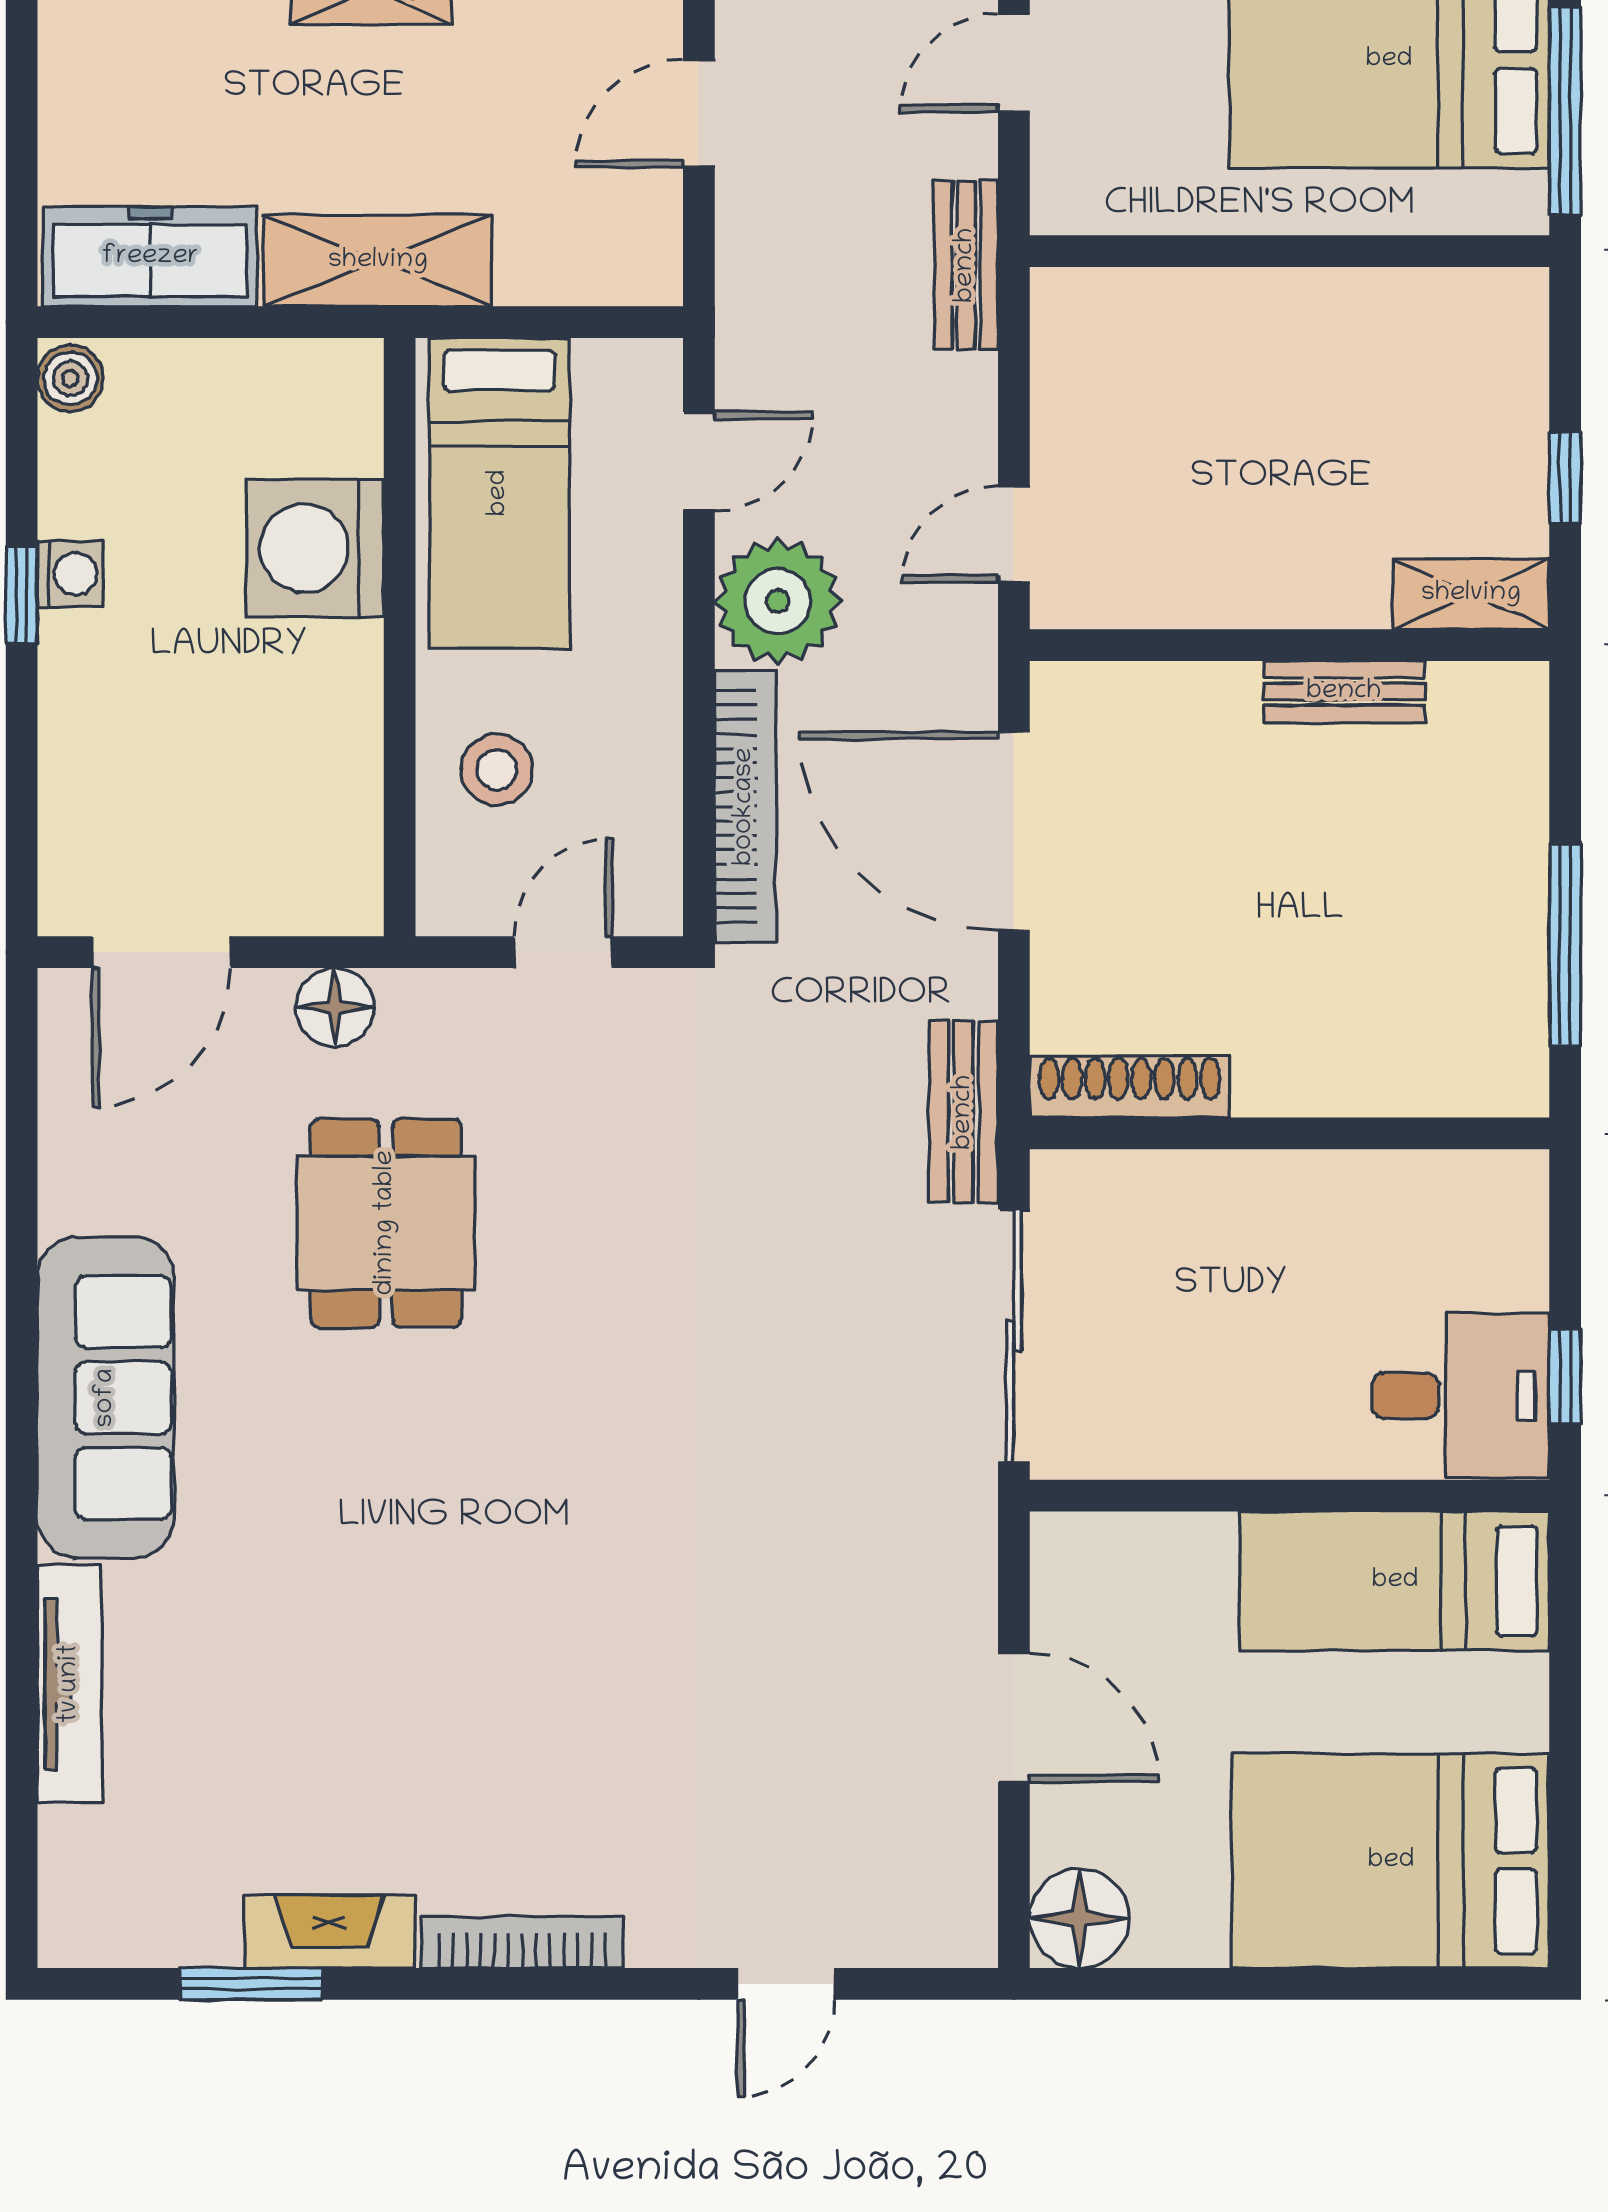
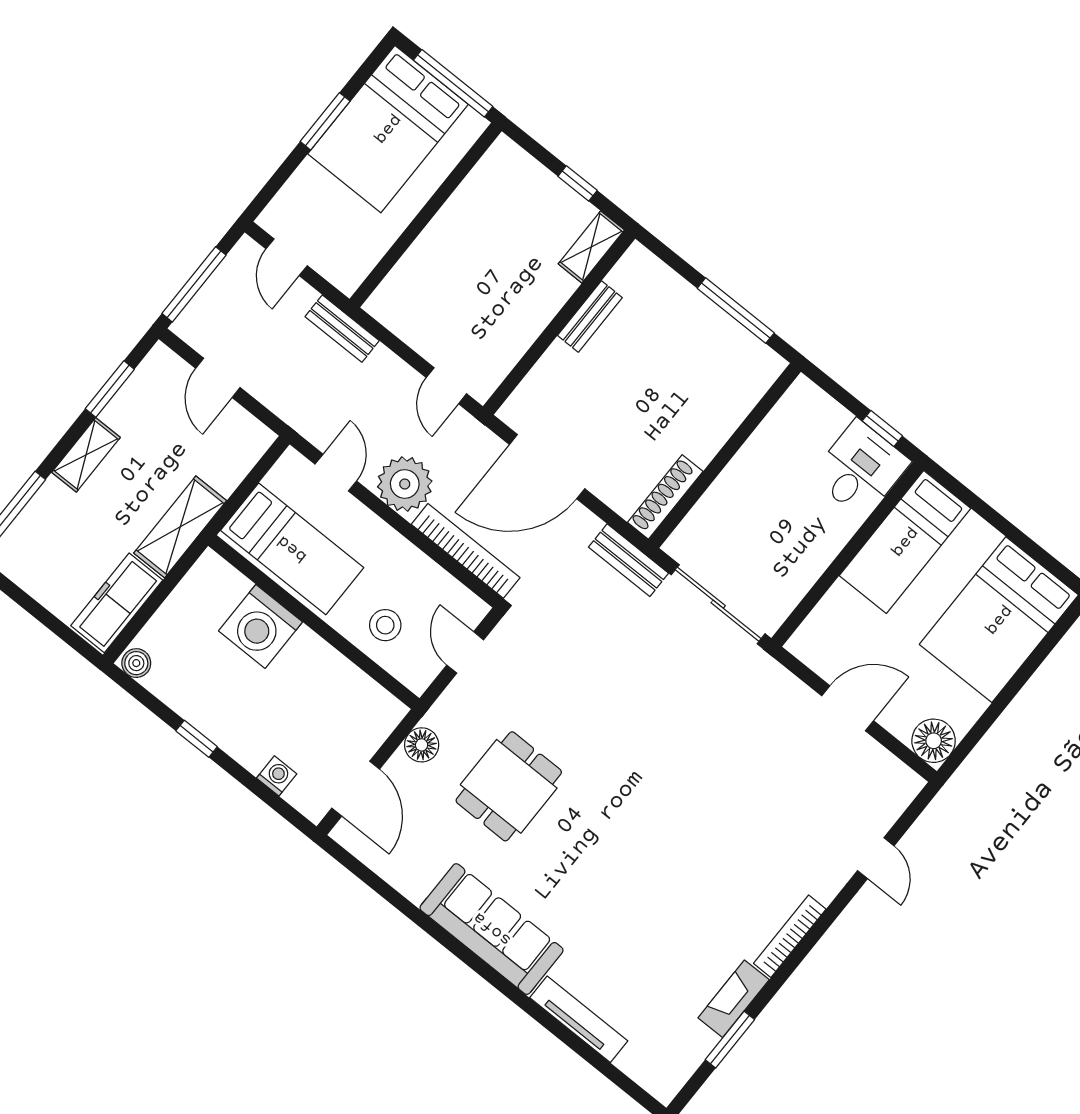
washing machine: (70, 574) -> (277, 776), moved
dining table: (386, 1223) -> (509, 786), turned 90

